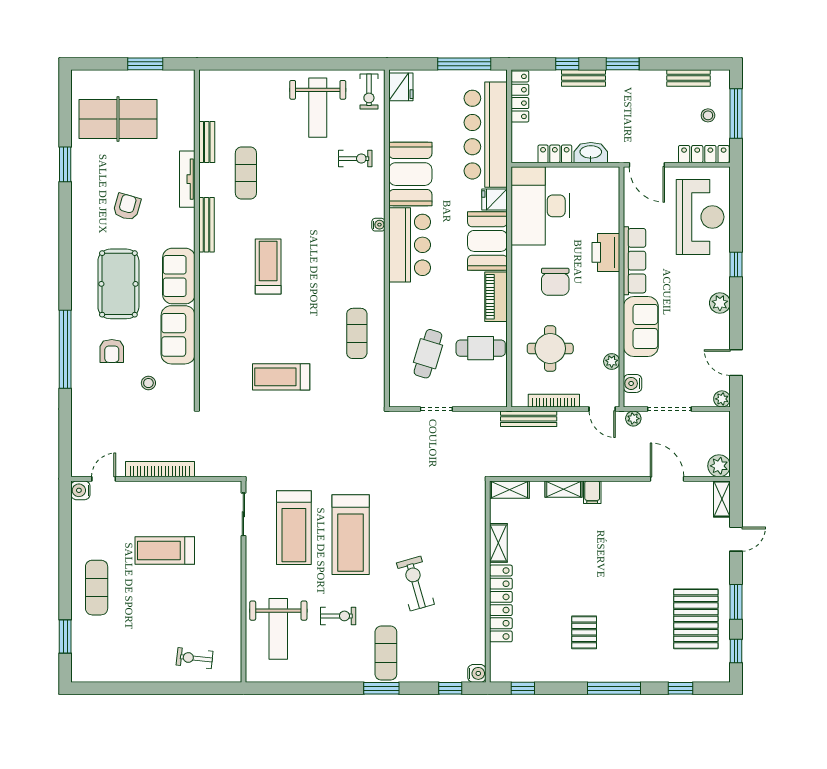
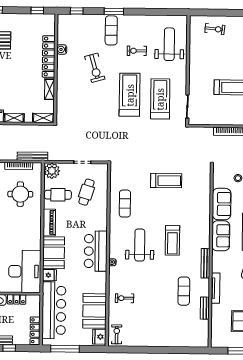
weight bench: (318, 108) -> (140, 245), moved
booth: (410, 174) -> (95, 311), moved
chair: (555, 282) -> (17, 230), removed
plant: (492, 392) -> (52, 171), added
water cooler: (477, 673) -> (62, 49), moved

